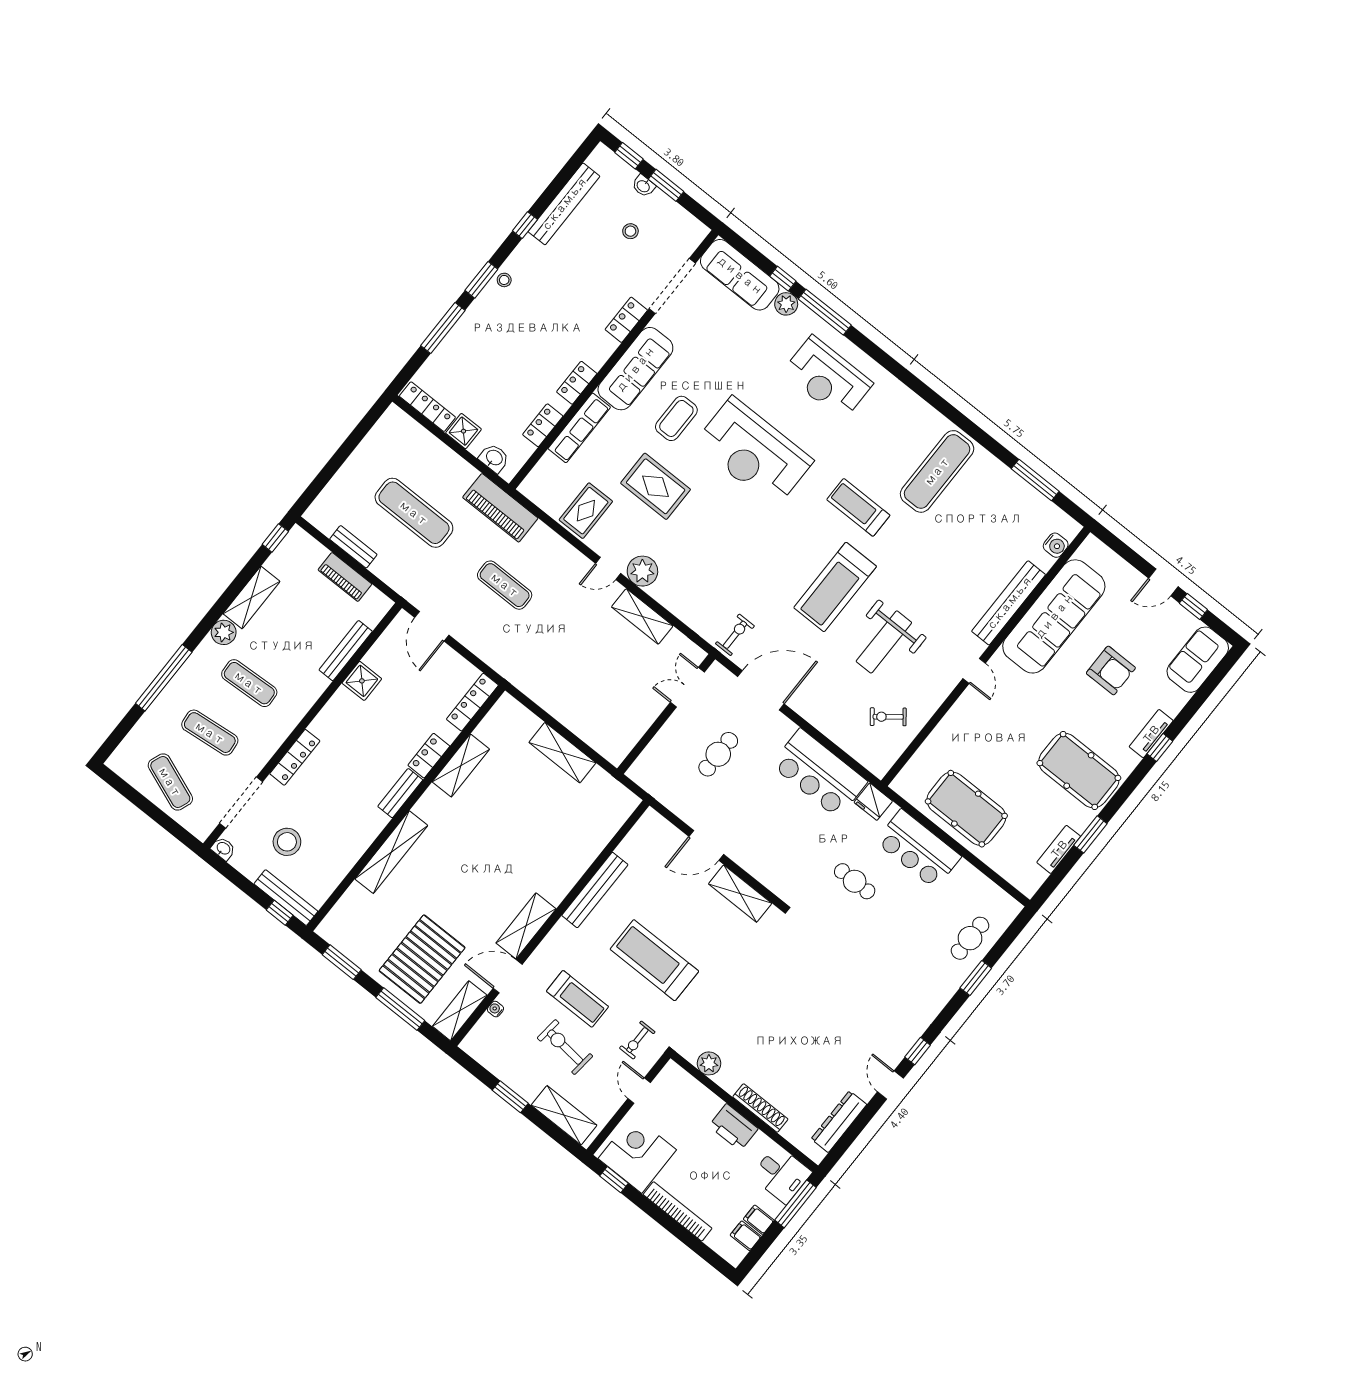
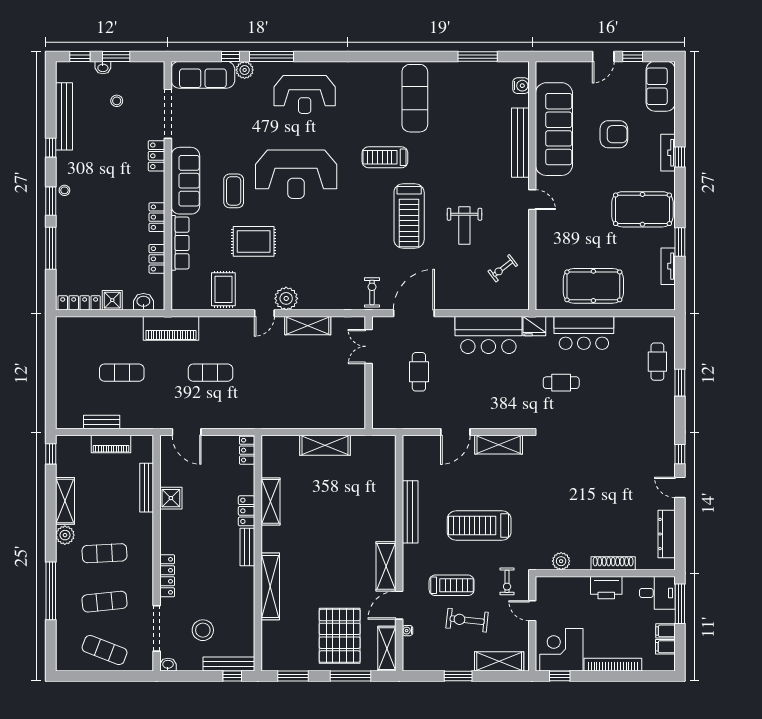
exercise mat: (414, 513) -> (122, 373), width x0.73, depth x0.69
weight bench: (884, 642) -> (464, 226), width x0.73, depth x0.75
locker: (472, 702) -> (247, 450), width x0.66

